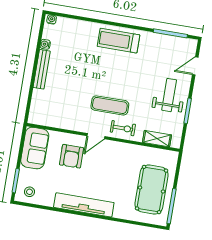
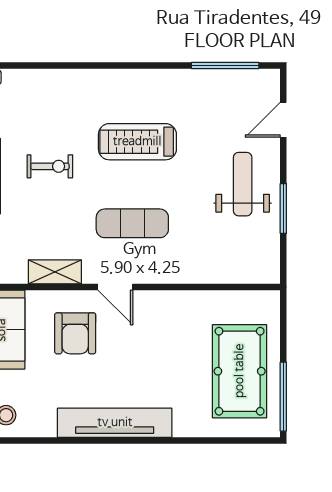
treadmill: (118, 41) -> (137, 142), moved
exercise bike: (123, 128) -> (50, 166), moved
door: (96, 136) -> (115, 287), hinge flipped
shelving: (157, 139) -> (55, 272), moved

